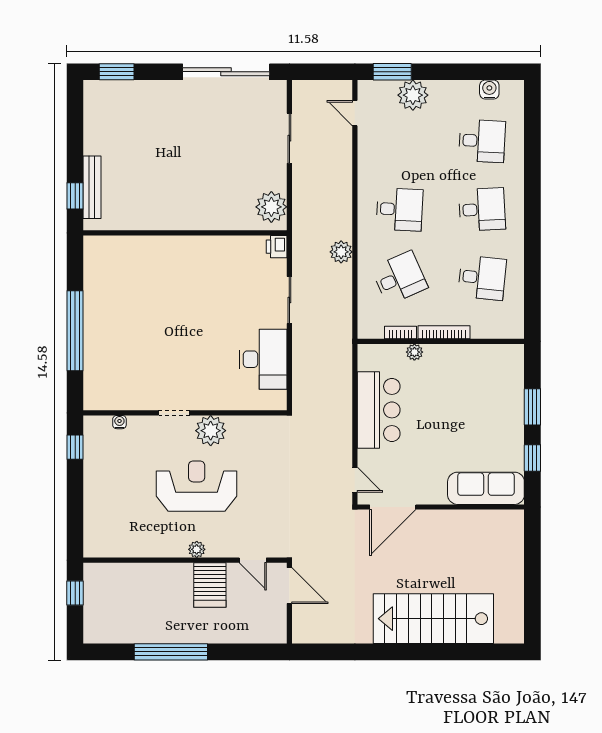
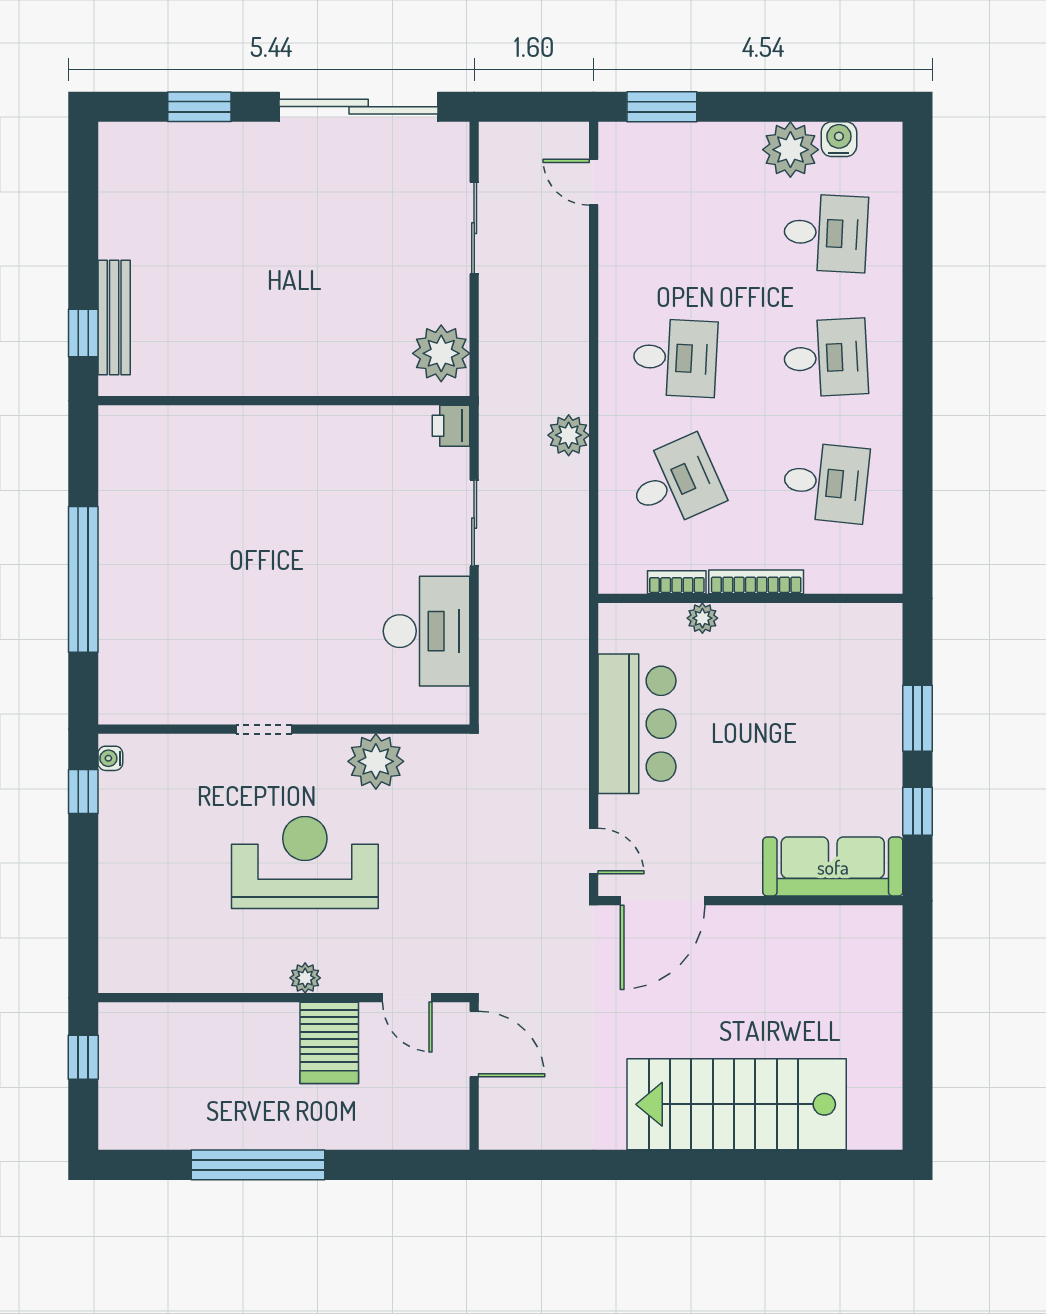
window: (117, 72) -> (199, 107), moved
plant: (413, 95) -> (790, 150), moved
water cooler: (119, 422) -> (110, 758), moved, turned -90
plant: (211, 431) -> (376, 761), moved

